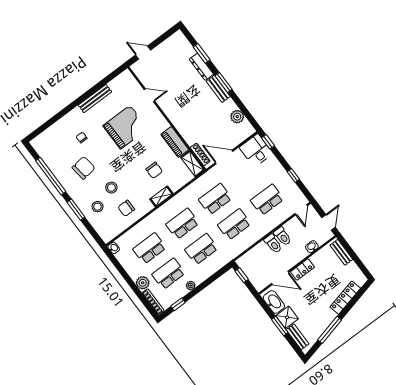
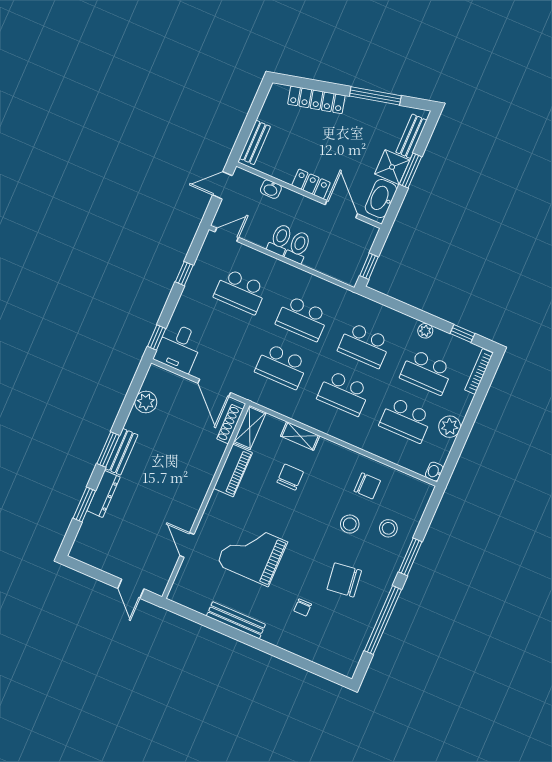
shelving: (161, 196) -> (300, 436), moved
plant: (143, 283) -> (450, 427), moved

